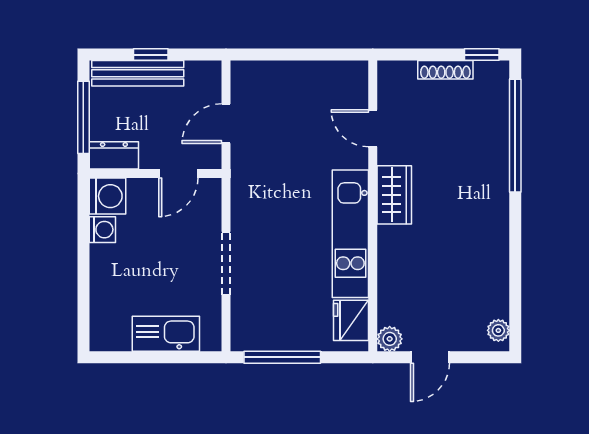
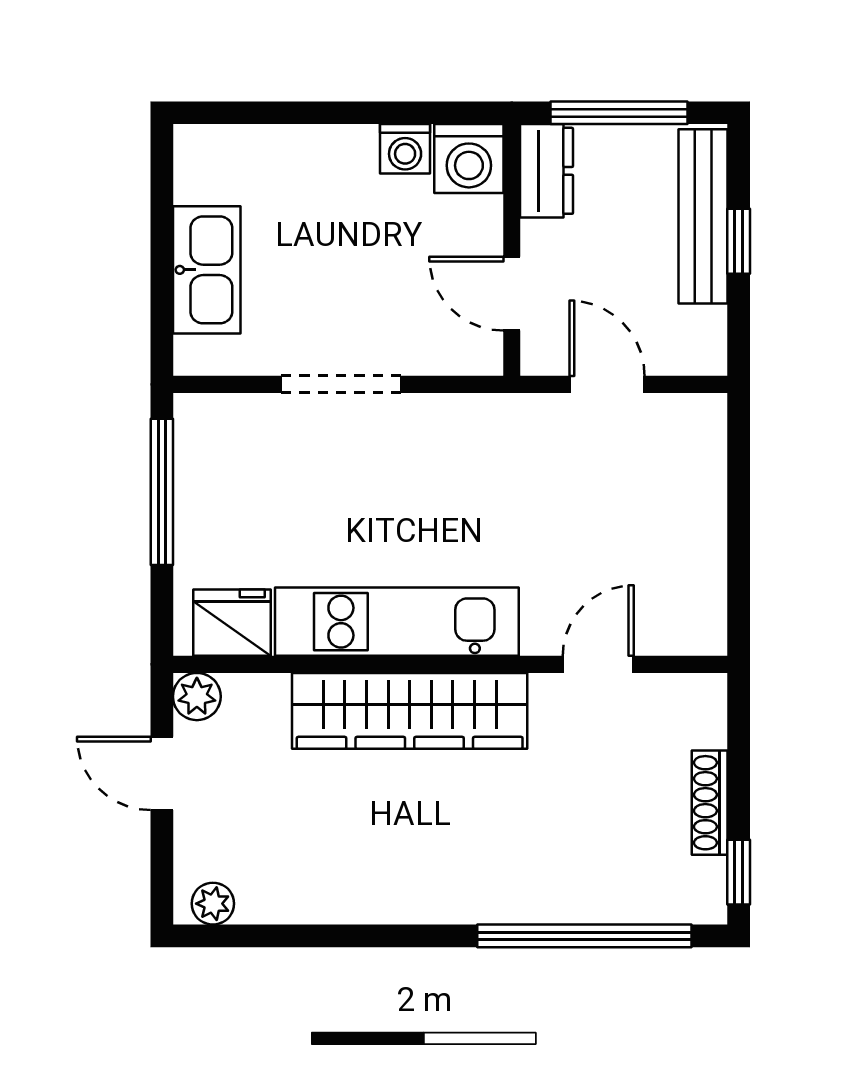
wardrobe: (394, 195) -> (410, 711), width x2.10, depth x1.17

